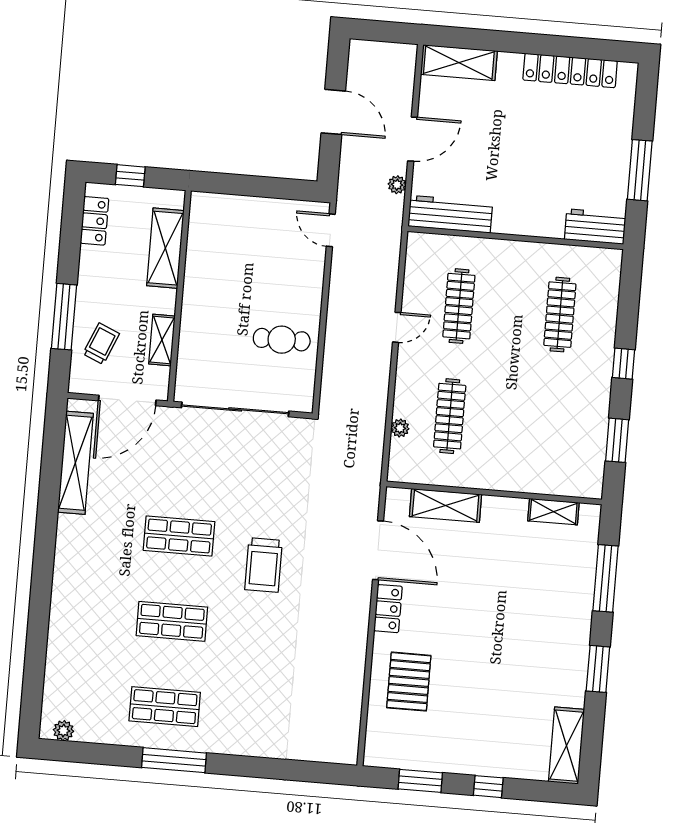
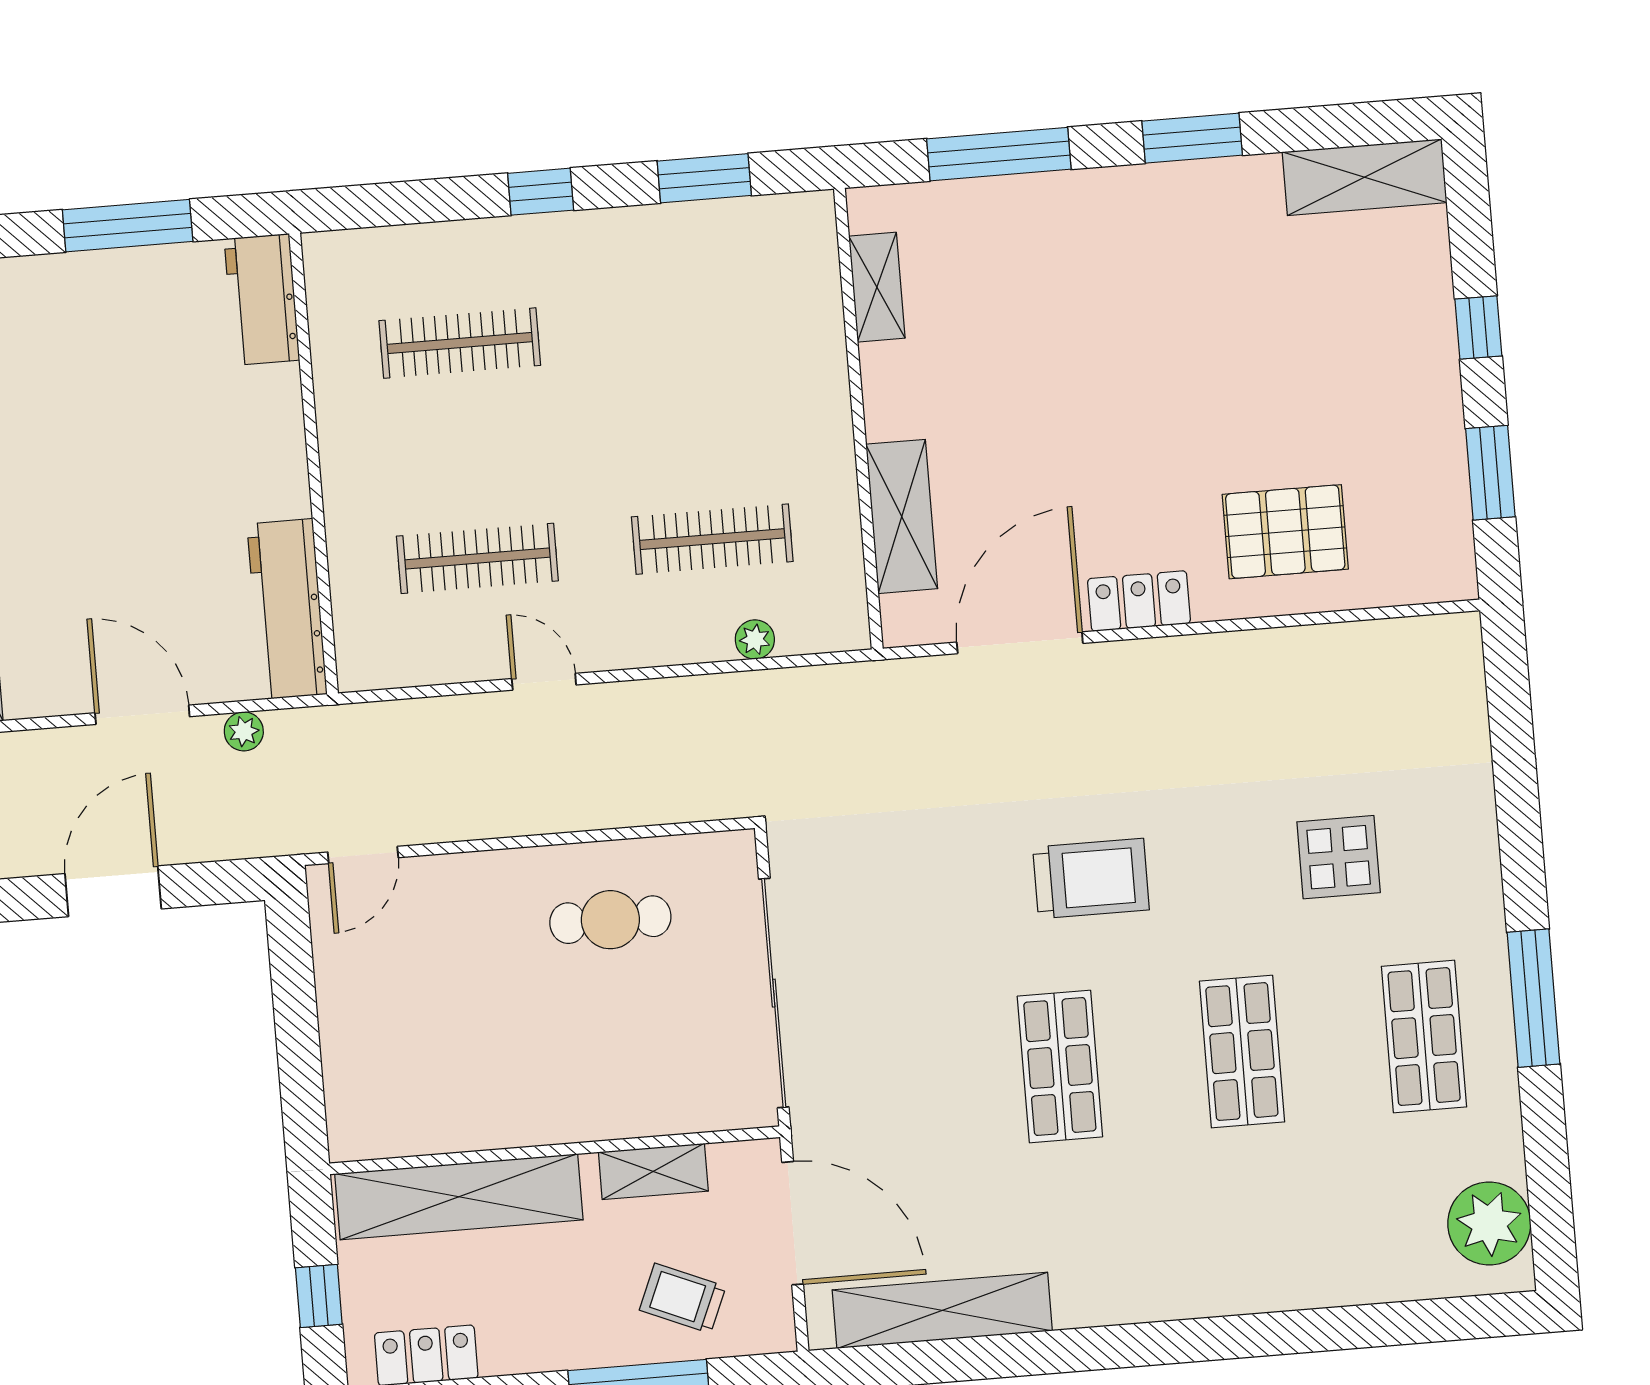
shelving: (165, 248) -> (459, 1197), width x1.47
cafe table: (282, 340) -> (610, 920), turned 90
display table: (254, 681) -> (1339, 857), added
plant: (63, 731) -> (1489, 1223), width x1.87, depth x1.87

